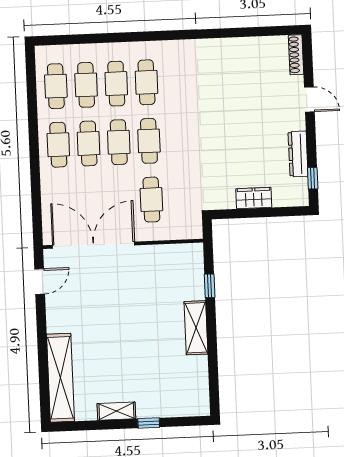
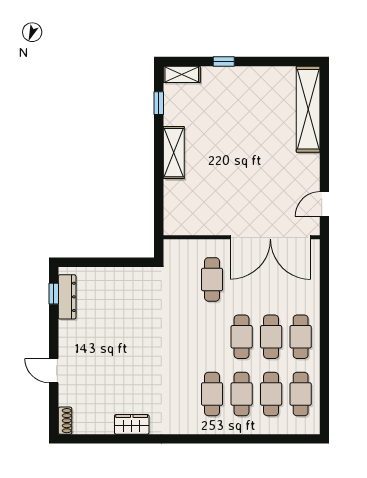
shoe rack: (296, 55) -> (65, 421), width x0.70
cafe table: (149, 141) -> (212, 337), removed
dresser: (298, 154) -> (67, 297), moved
wardrobe: (254, 198) -> (132, 424), moved, turned 180
window: (210, 286) -> (159, 103), moved
shelving: (116, 411) -> (182, 74), moved

